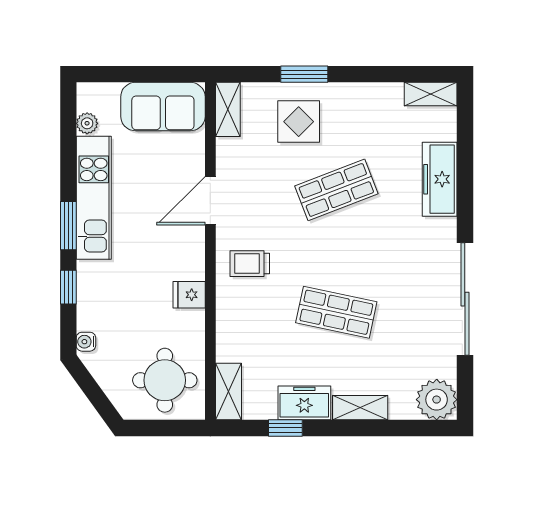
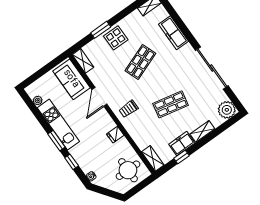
sofa: (163, 107) -> (71, 79), moved, turned 90
display table: (299, 122) -> (116, 38), moved

